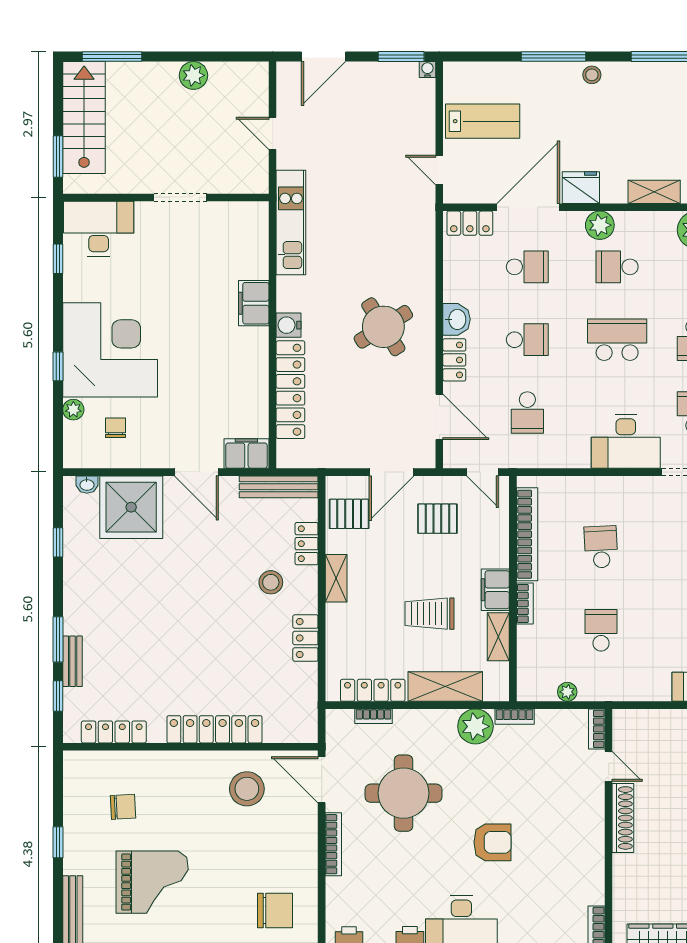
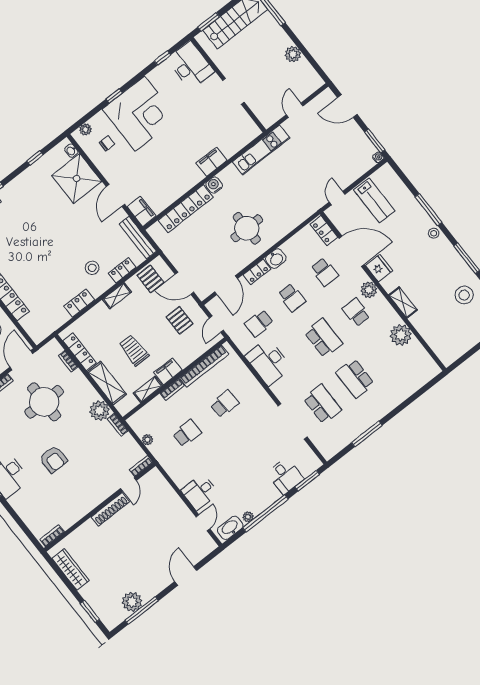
round table: (383, 327) -> (247, 228), turned 32
plant: (73, 410) -> (86, 130), moved
desk: (626, 441) -> (268, 362), moved

